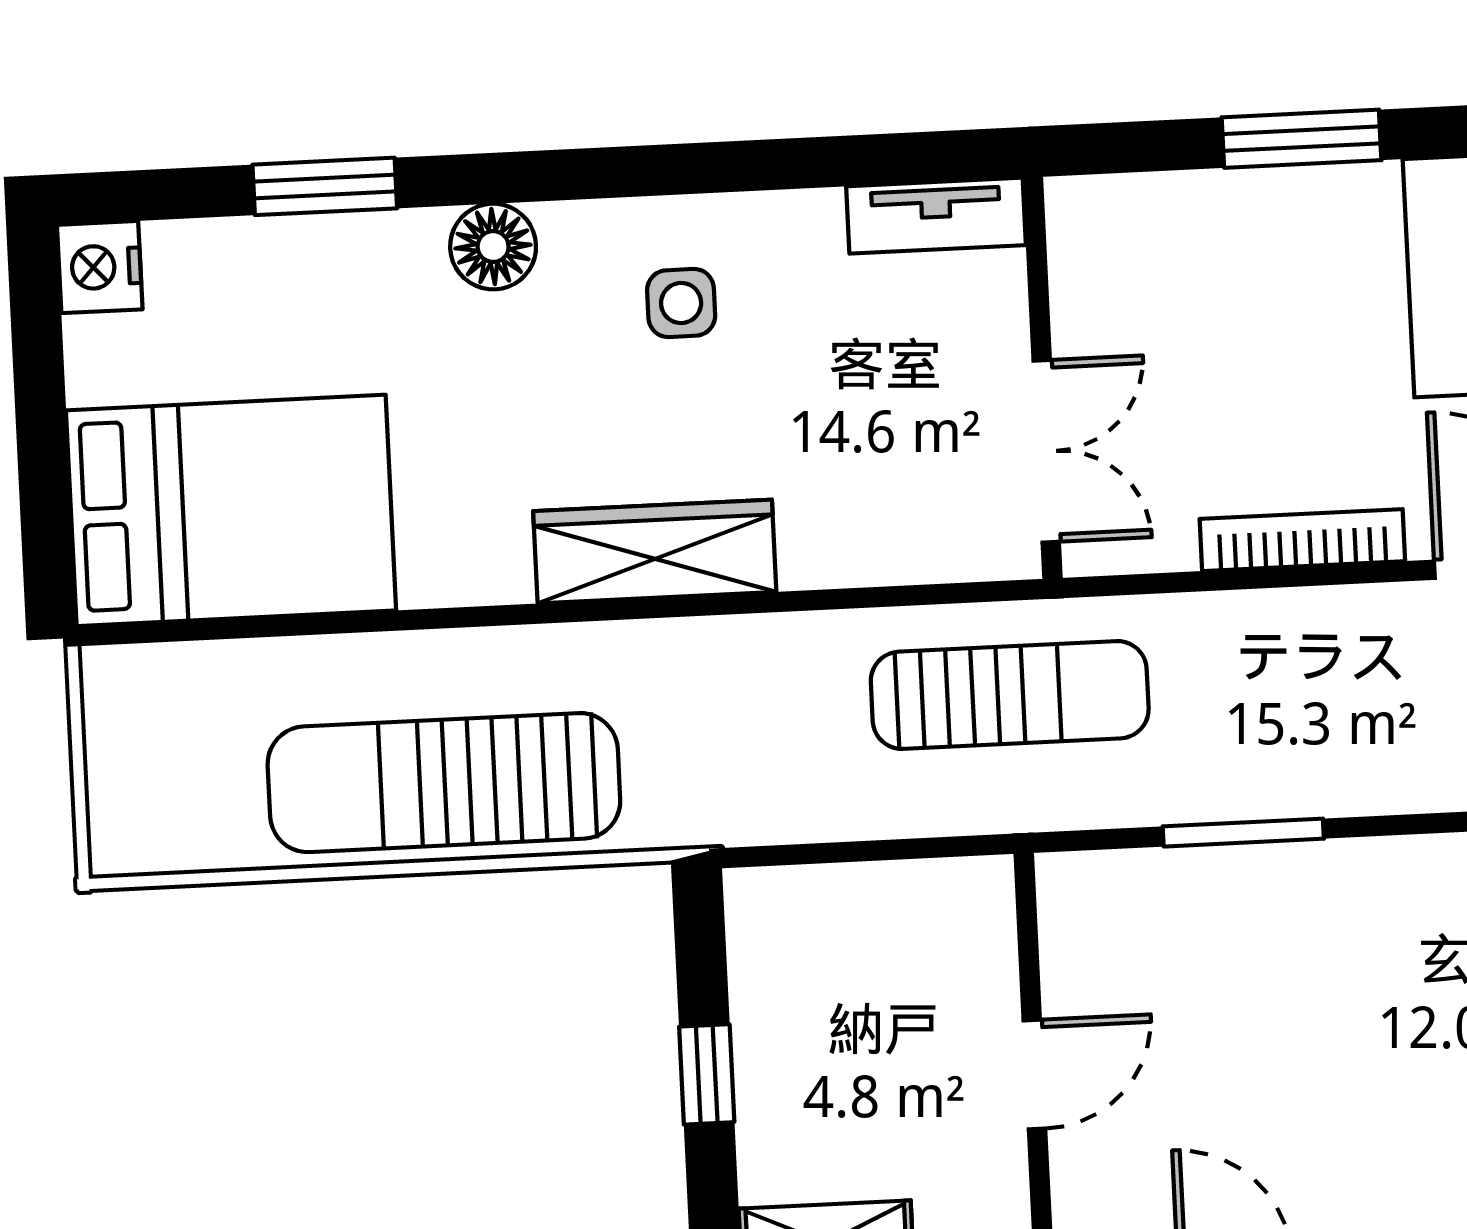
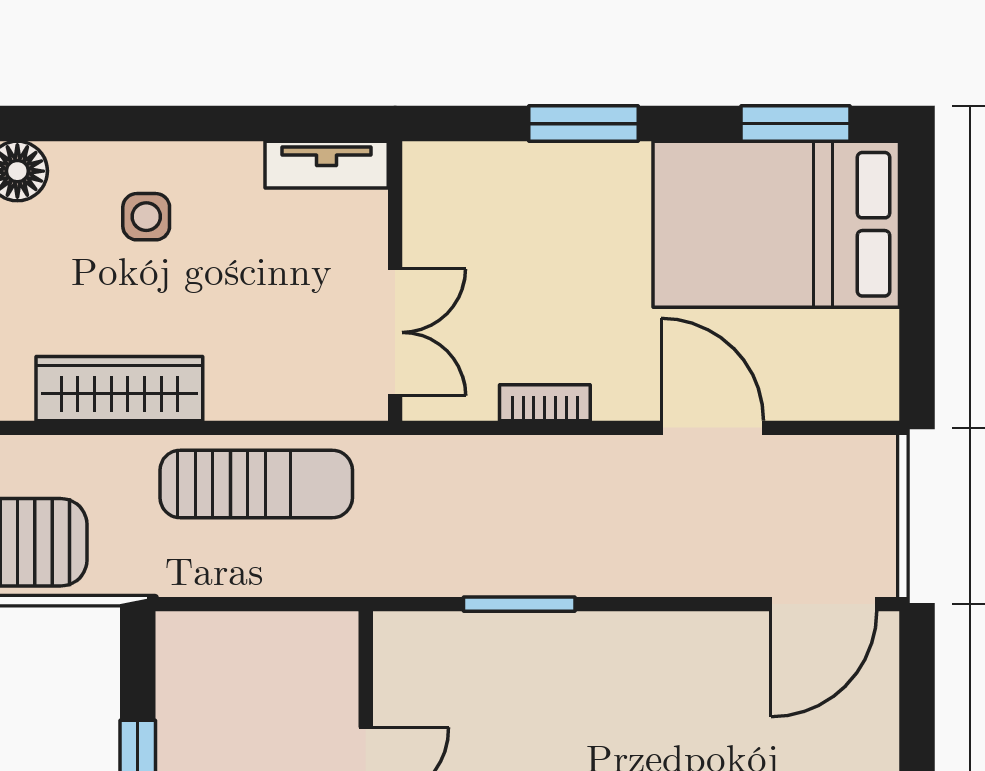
bookcase: (1302, 540) -> (545, 403), width x0.64
sun lounger: (1010, 695) -> (256, 484), moved

